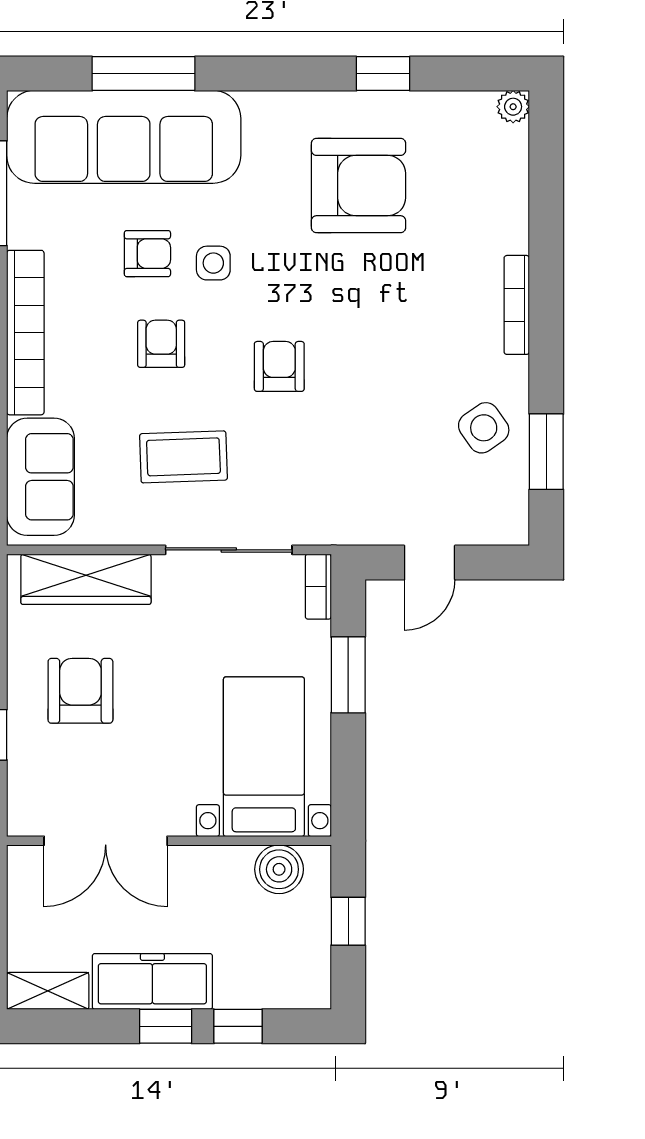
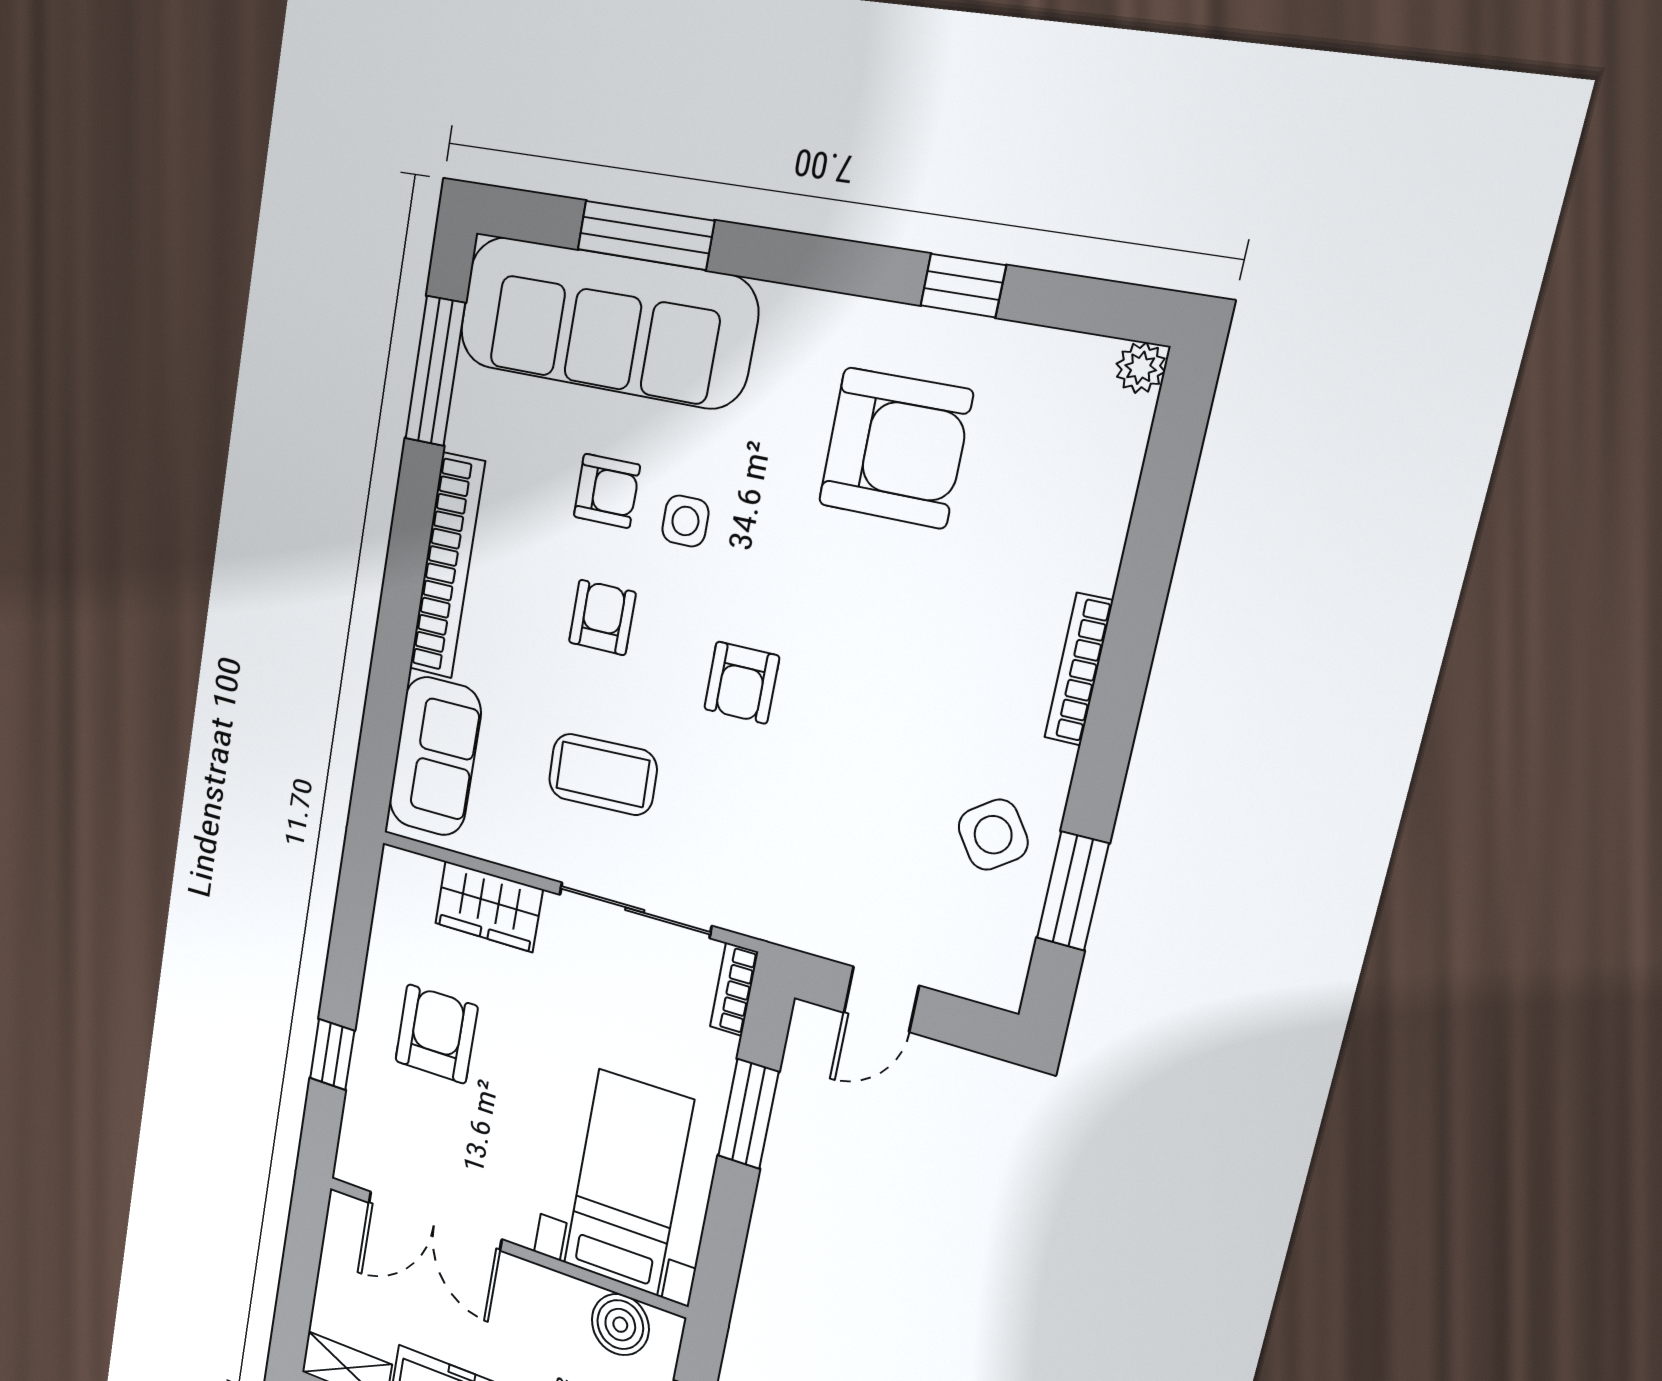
armchair: (279, 366) -> (742, 683), turned 180
wardrobe: (86, 579) -> (489, 906), width x0.67

